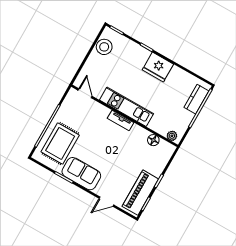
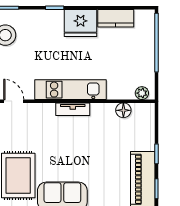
kitchen counter: (196, 99) -> (116, 18), moved, turned -90

